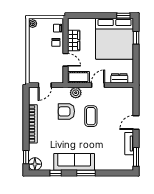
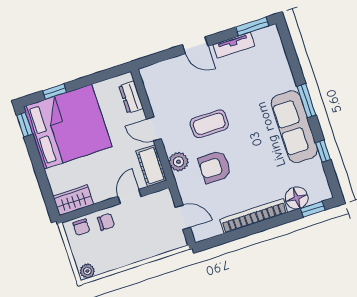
wardrobe: (74, 40) -> (73, 200), moved
armchair: (66, 111) -> (215, 167), turned 90
floor lamp: (35, 164) -> (297, 198), moved

